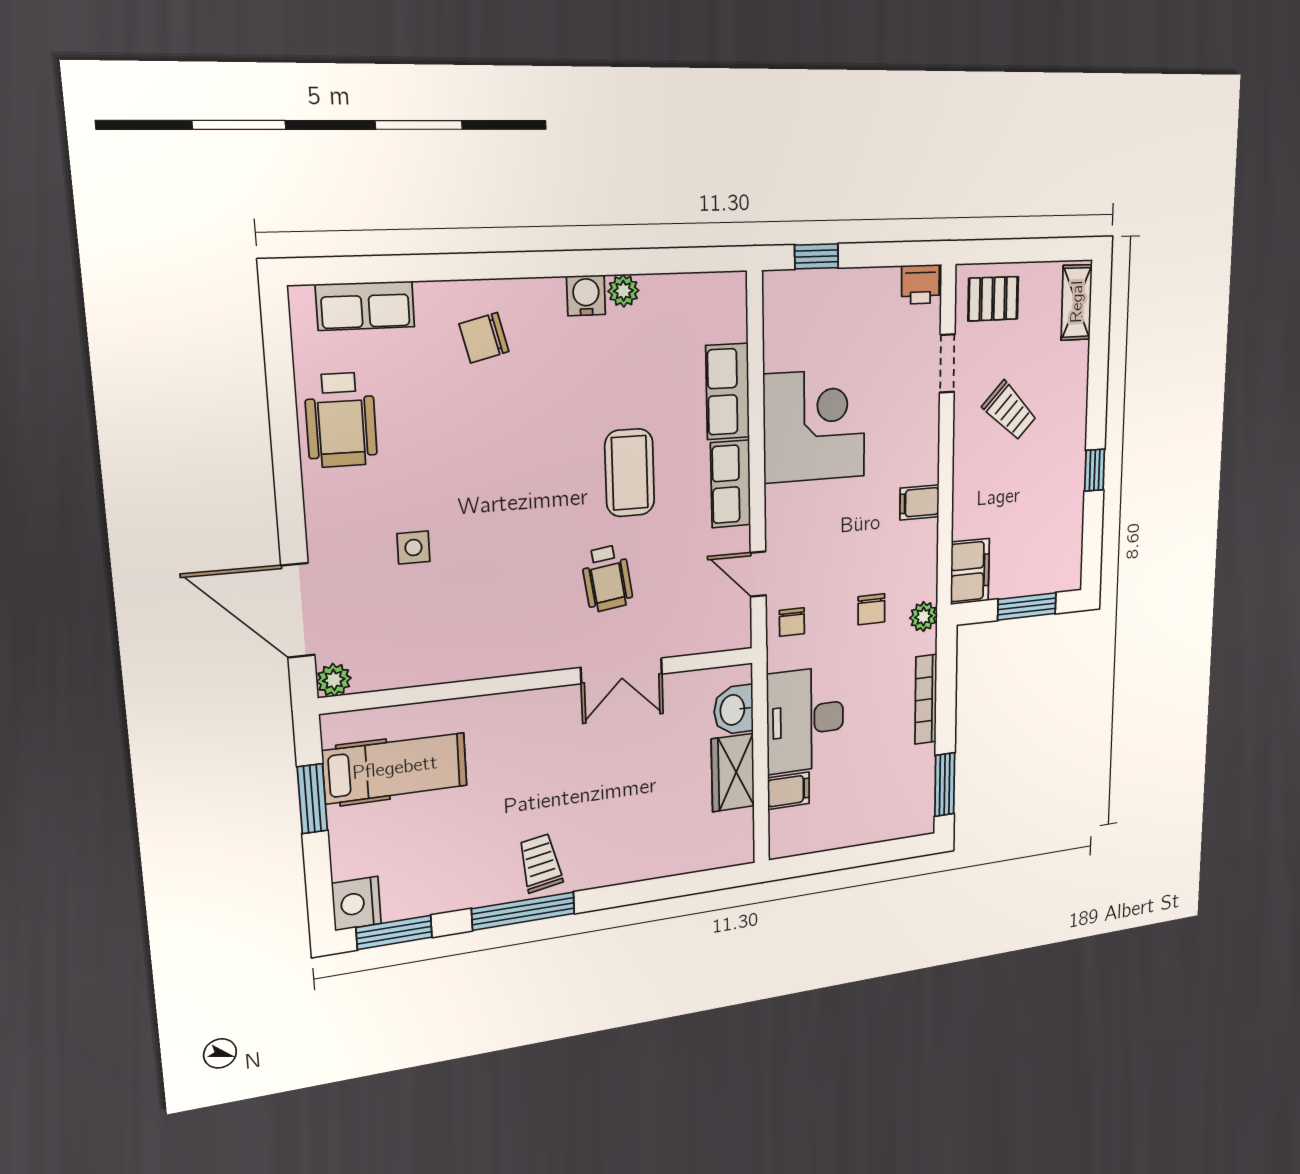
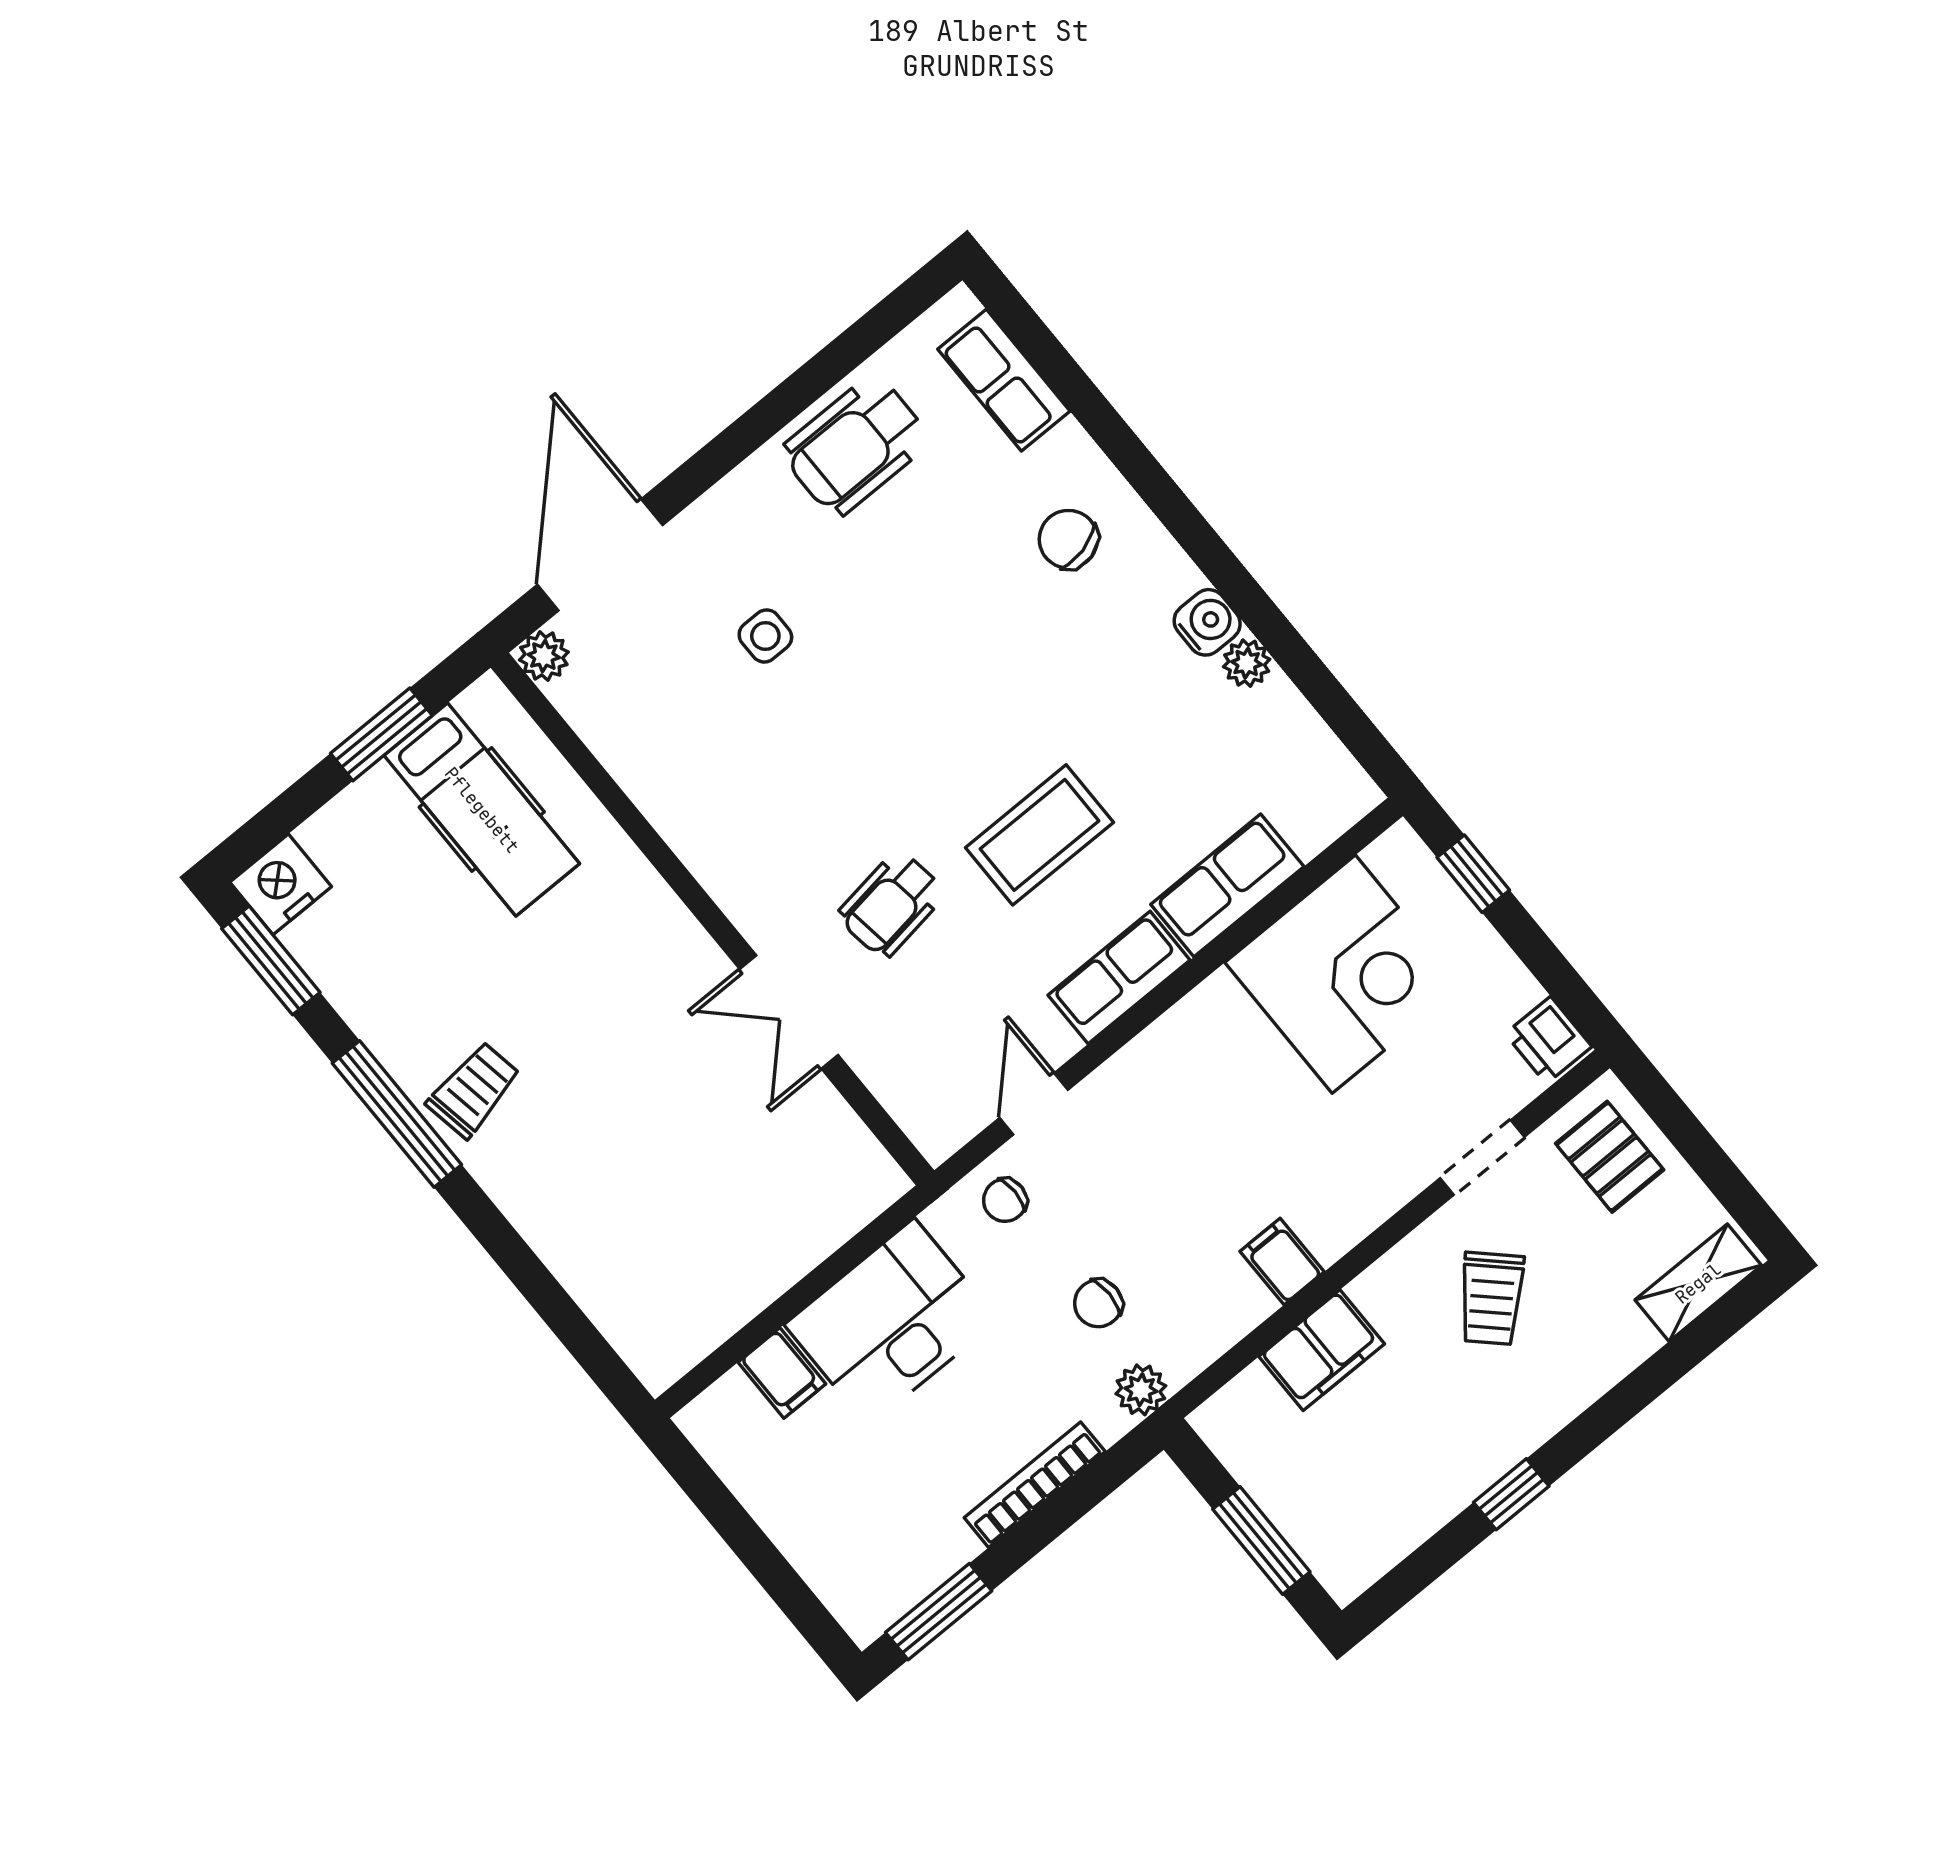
corner desk: (814, 426) -> (1344, 974), moved
filing cabinet: (970, 571) -> (1322, 1350), moved
washbasin: (734, 710) -> (838, 1207), removed
wardrobe: (733, 773) -> (756, 1271), removed

